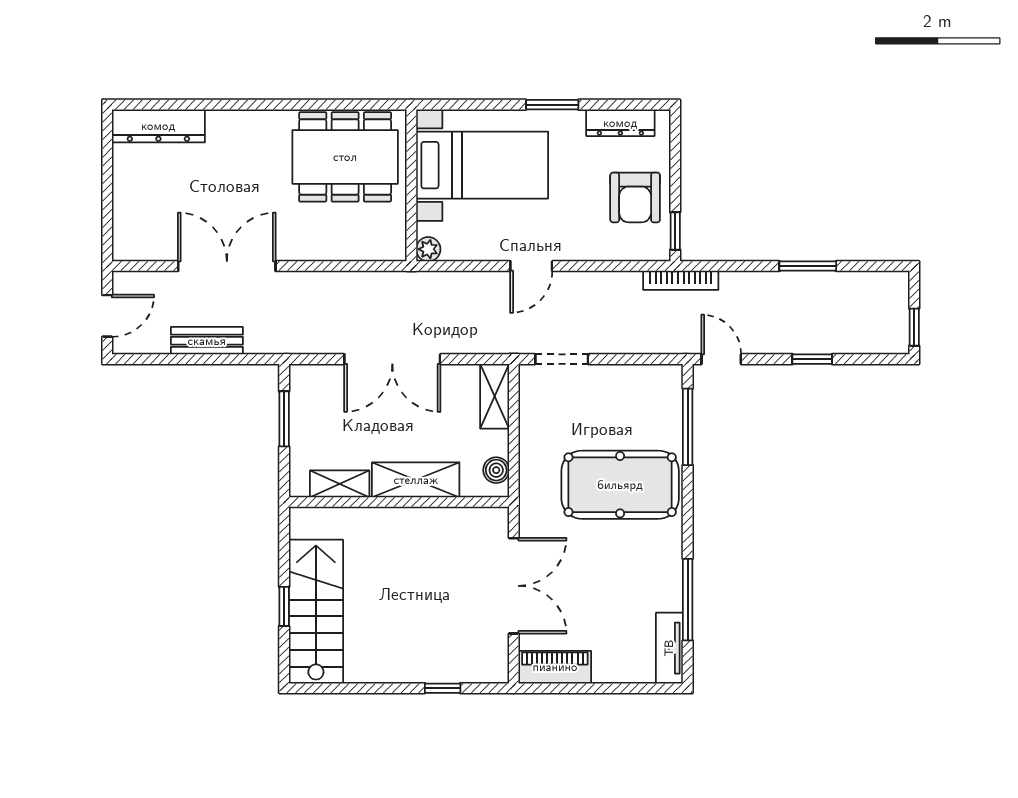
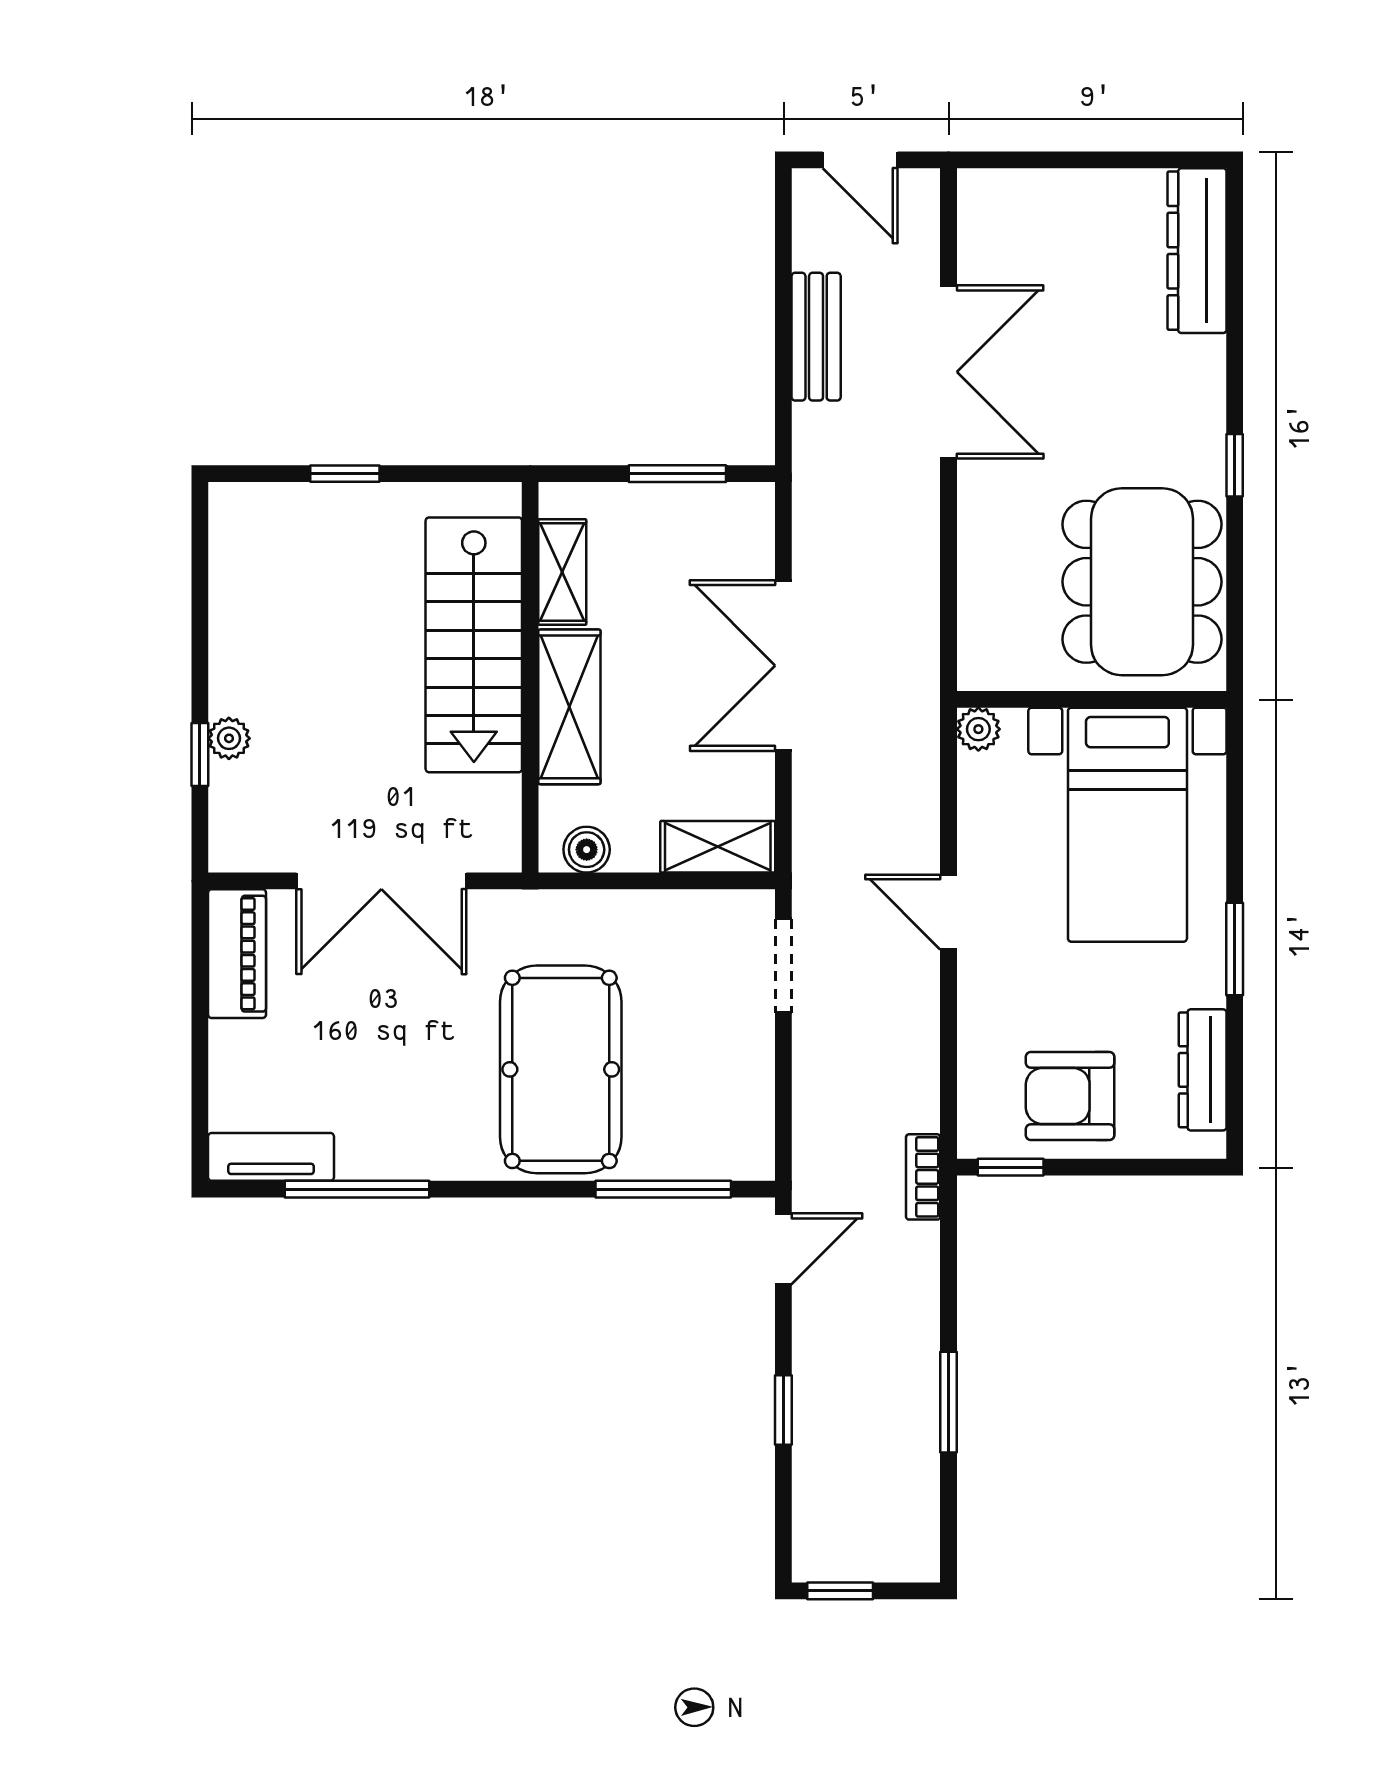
window: (279, 105) -> (1235, 465), added
bookcase: (681, 280) -> (923, 1177), width x0.64
stairs: (316, 612) -> (474, 645), moved, turned 90
plant: (433, 672) -> (229, 738), added

